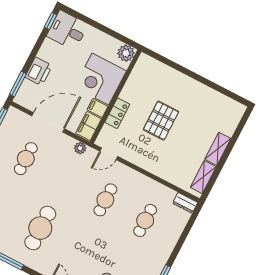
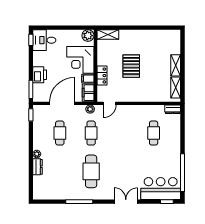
shelving: (152, 65) -> (108, 34), added
cafe table: (105, 200) -> (91, 133), moved

